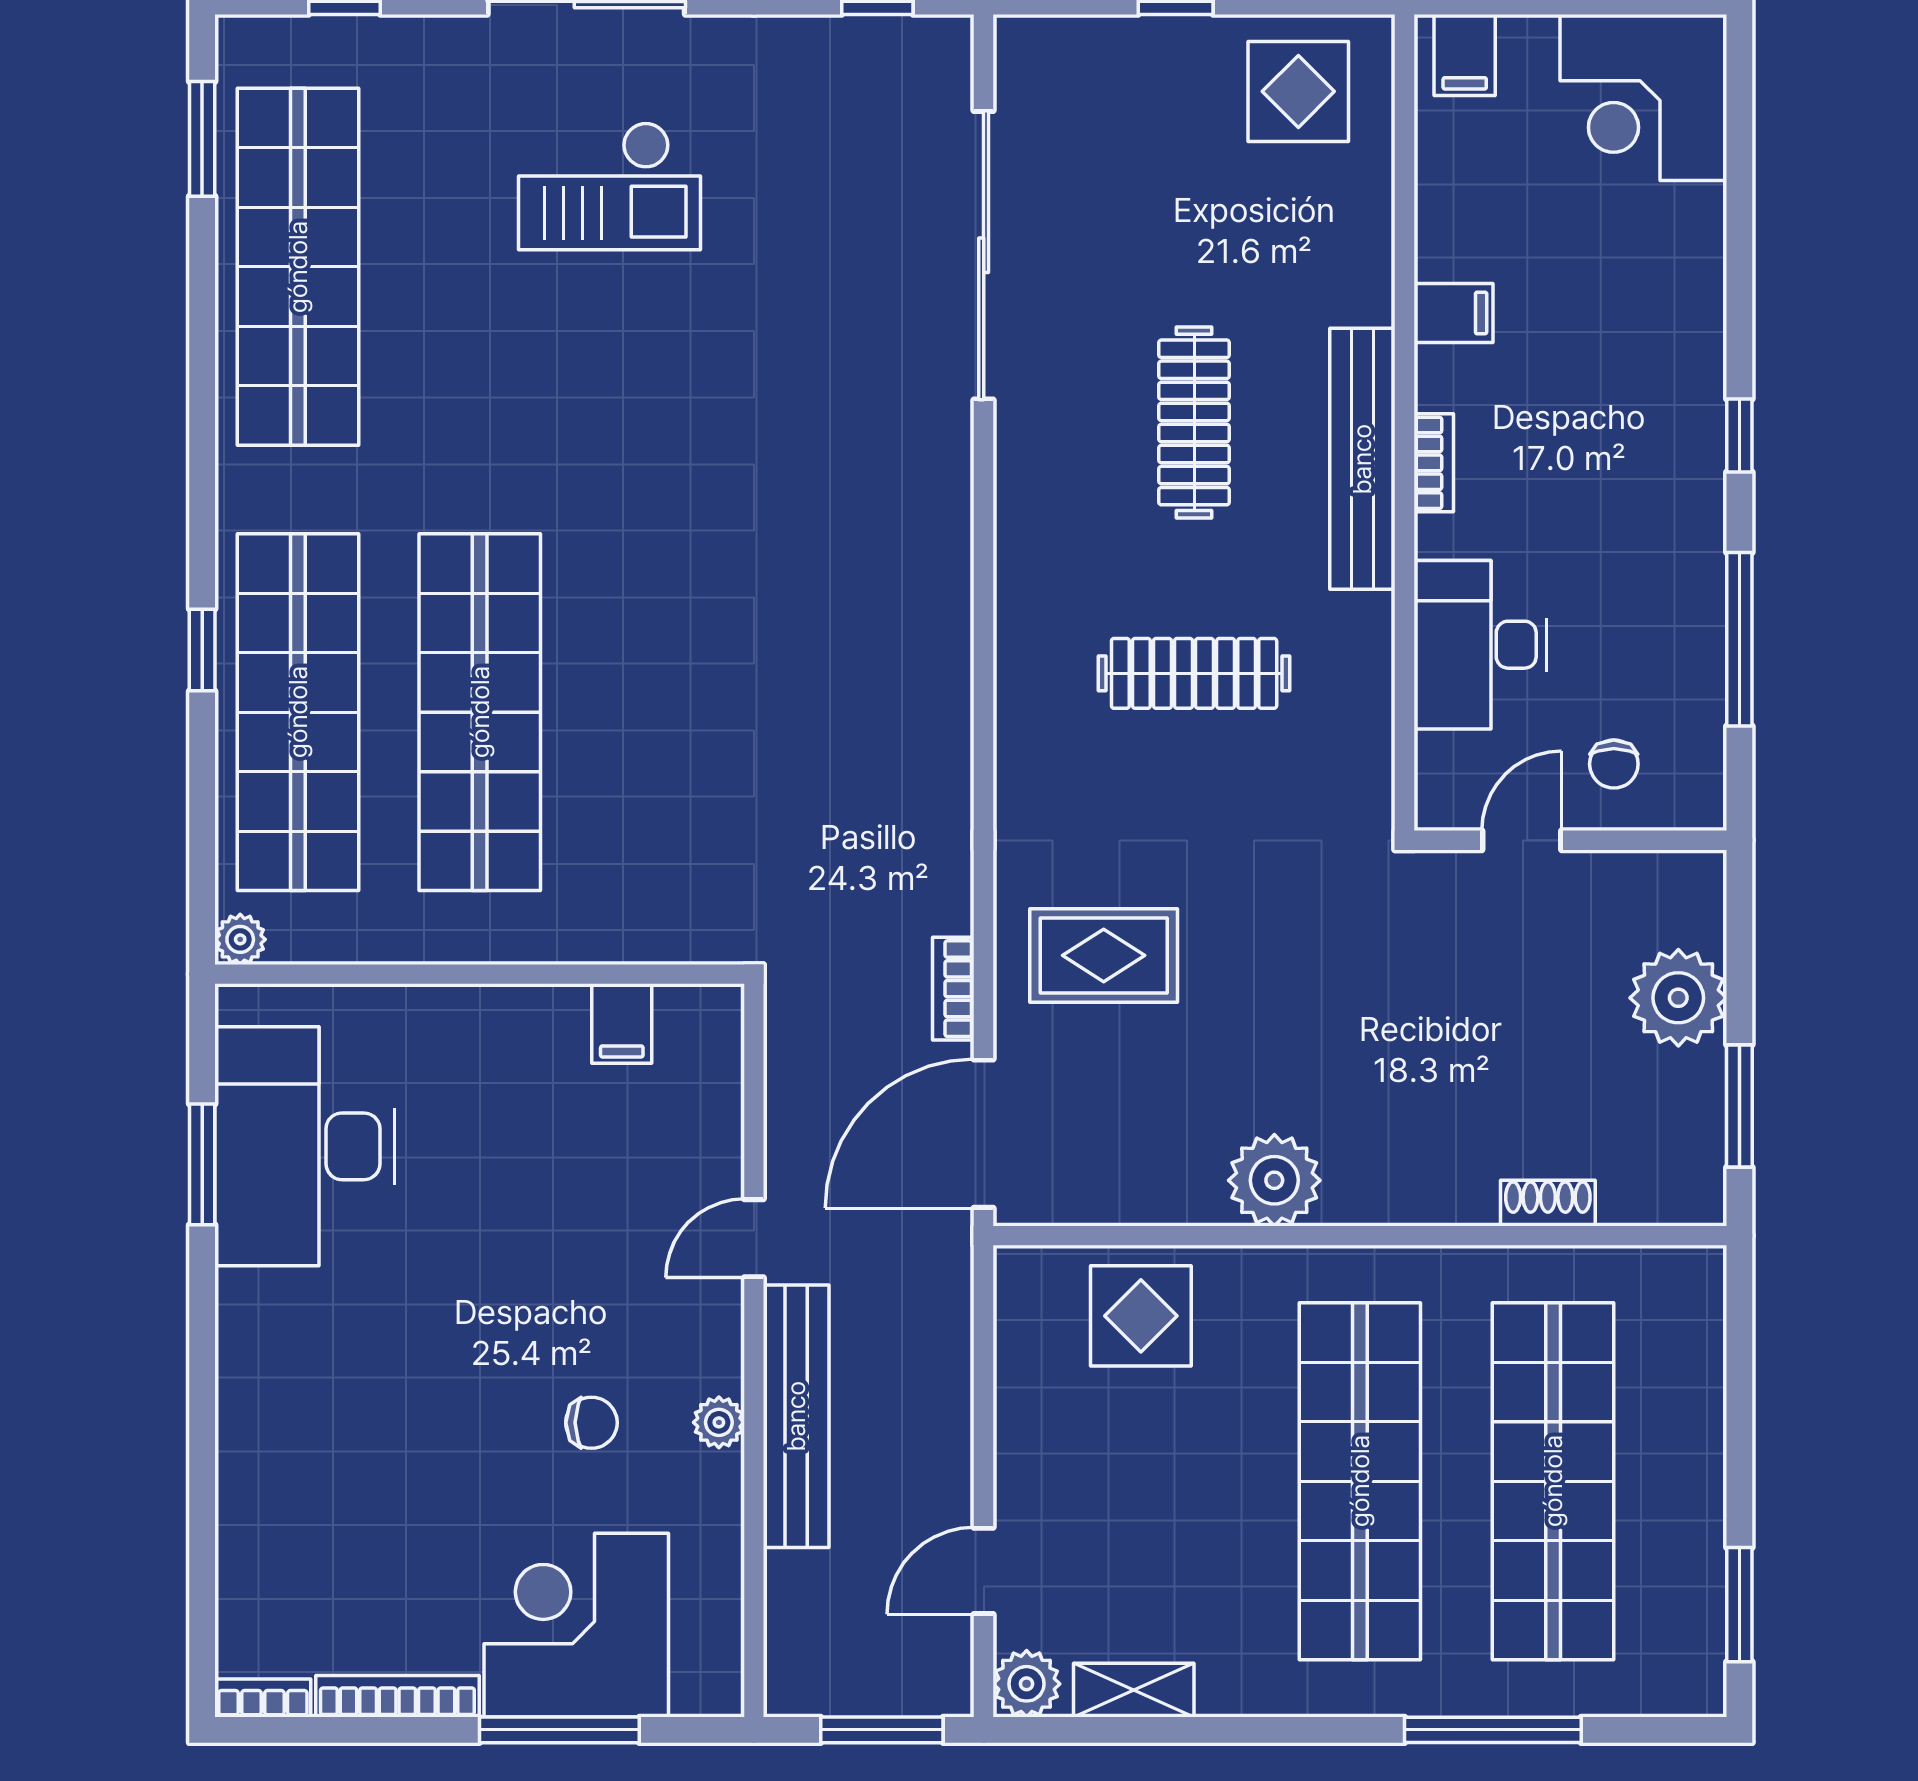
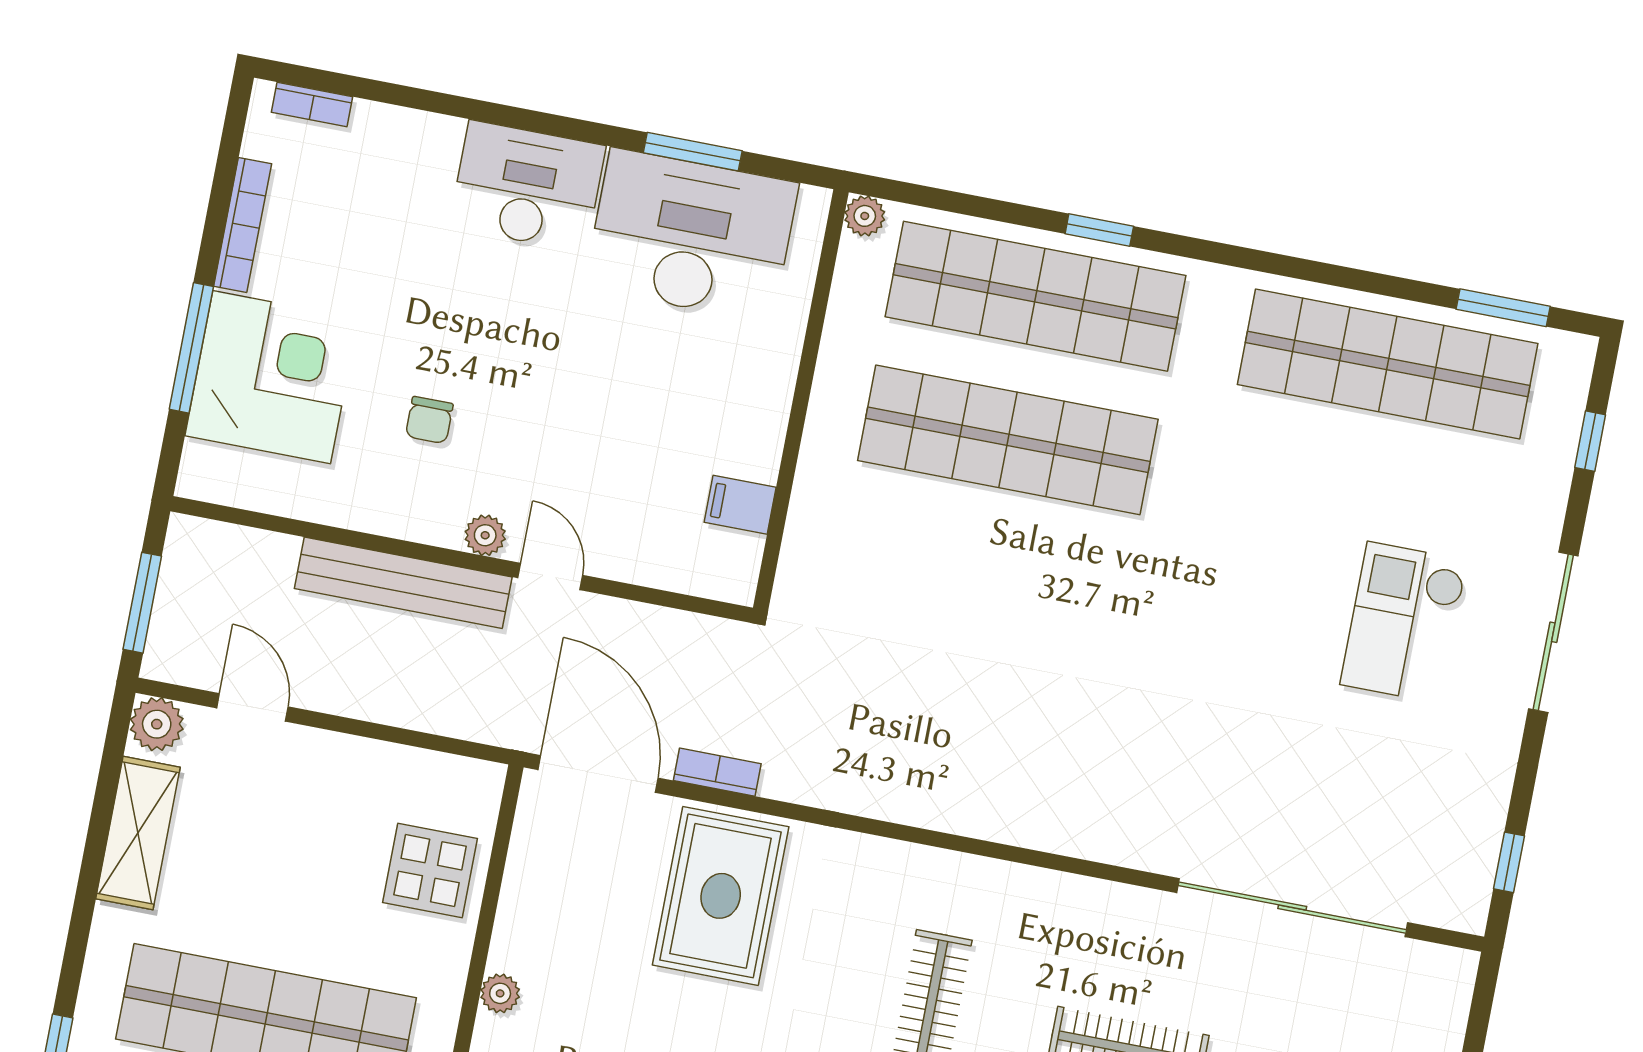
rug: (1104, 955) -> (721, 896), width x1.36, depth x1.43
plant: (1274, 1180) -> (500, 993), width x0.53, depth x0.53
desk: (283, 1358) -> (527, 186), added
plant: (719, 1422) -> (485, 535), moved
shelving: (1134, 1690) -> (138, 833), width x1.50, depth x1.33
bookcase: (263, 1698) -> (312, 105), moved, turned 90

